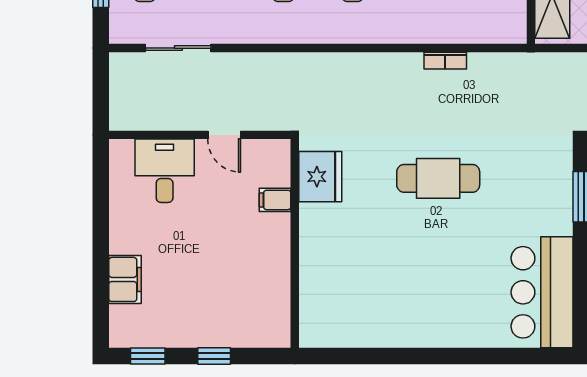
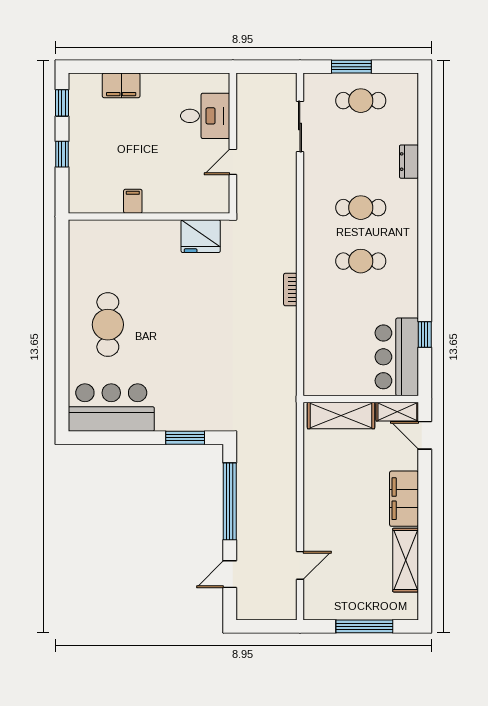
bookcase: (445, 61) -> (290, 290), moved
cafe table: (438, 178) -> (108, 325), moved
filing cabinet: (275, 200) -> (133, 201), moved

